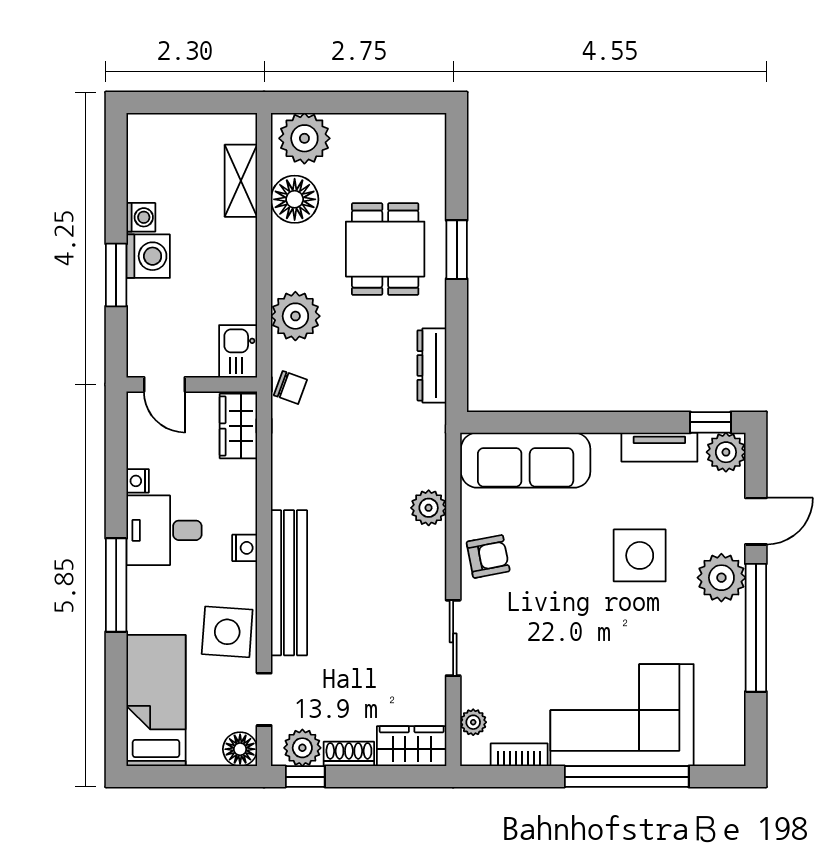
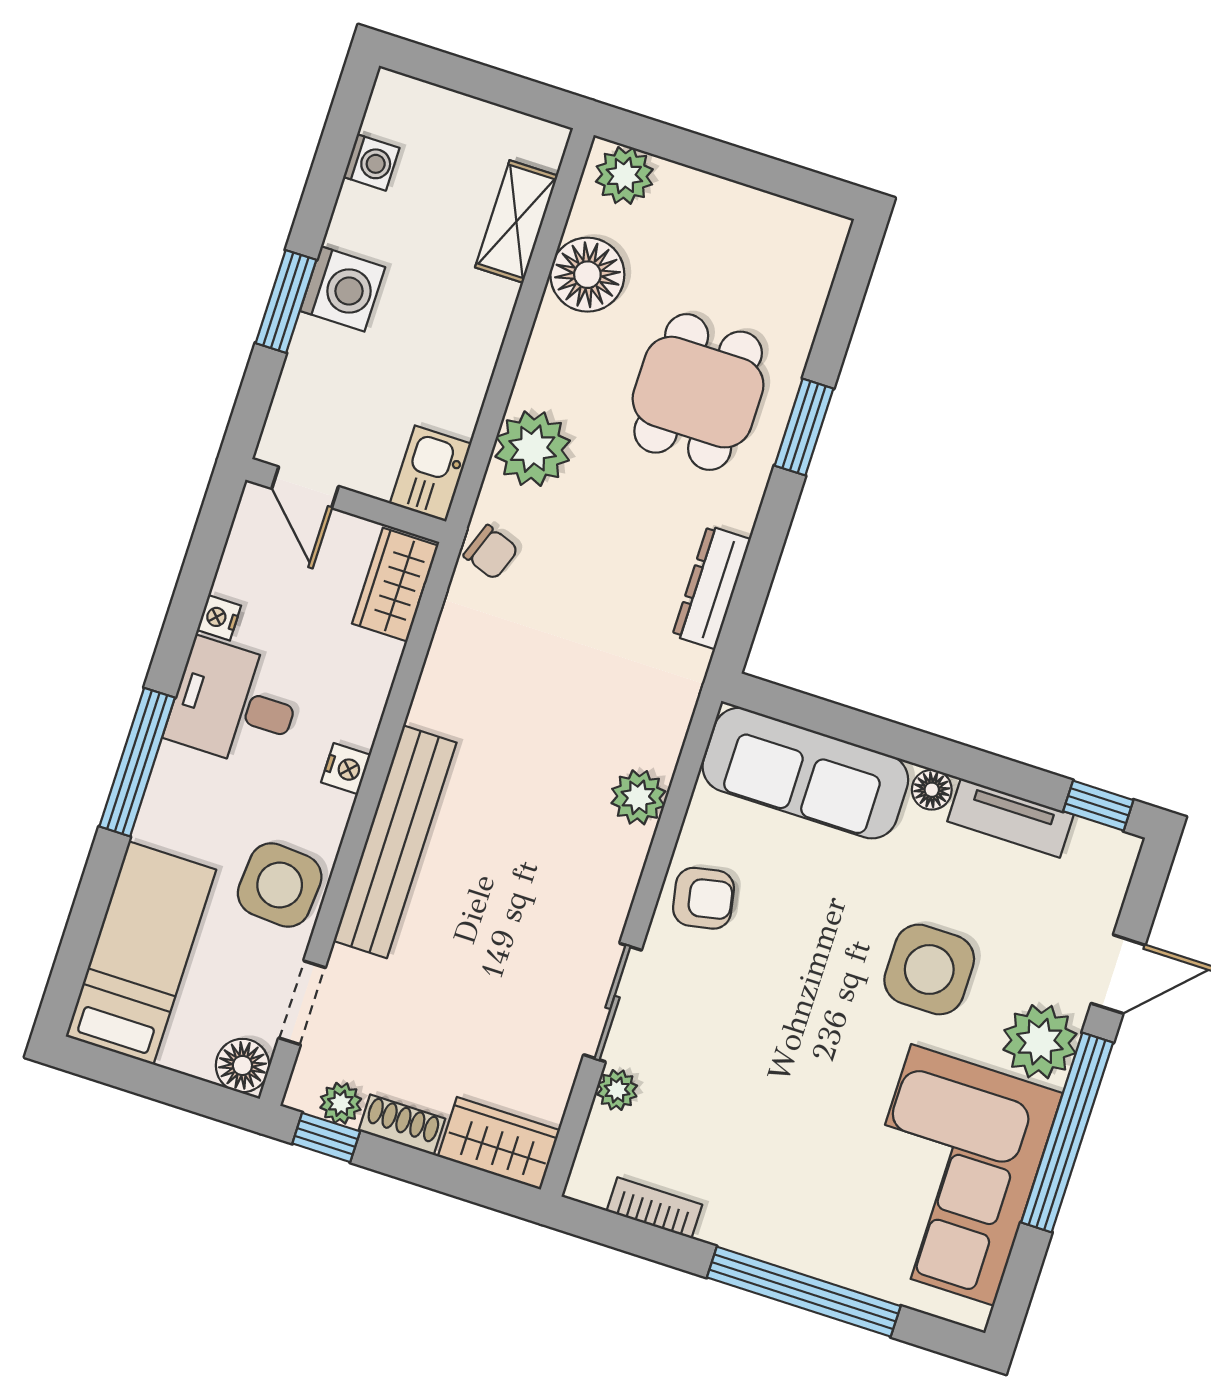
plant: (304, 138) -> (624, 175), width x0.73, depth x0.73
washing machine: (141, 217) -> (371, 162), moved
floor lamp: (606, 445) -> (932, 790), added
plant: (726, 452) -> (1107, 857), removed
corner sofa: (622, 715) -> (953, 1175), moved, turned -90
plant: (473, 722) -> (617, 1090), moved
plant: (302, 748) -> (341, 1103), width x0.73, depth x0.73

